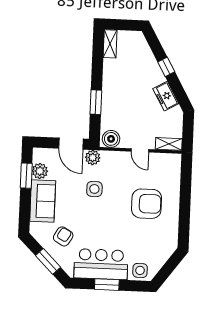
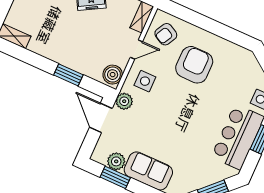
door: (71, 144) -> (101, 118), swing flipped
side table: (94, 189) -> (145, 81), moved
armchair: (63, 236) -> (166, 34), moved, turned -92

